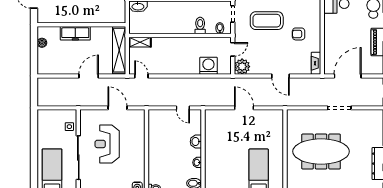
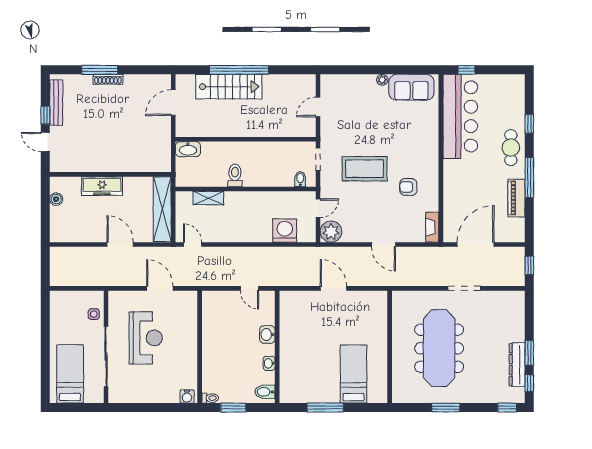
toilet: (200, 25) -> (235, 175), moved
shelving: (140, 42) -> (208, 198), moved
door: (89, 76) -> (120, 245), hinge flipped
reception desk: (107, 144) -> (146, 338), turned 180
meeting table: (321, 151) -> (439, 348), turned 90

